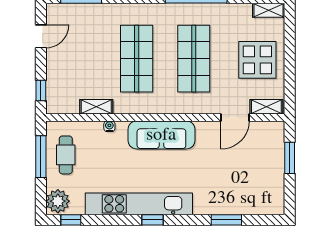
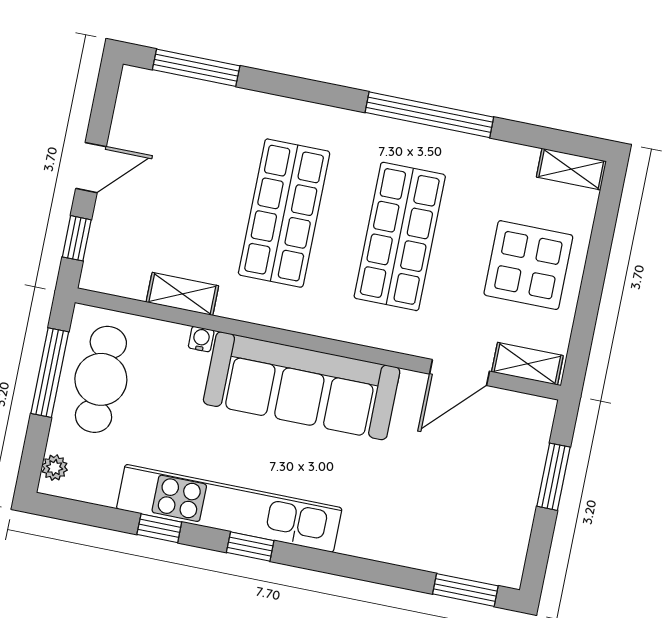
door: (41, 36) -> (91, 168), moved
sofa: (161, 135) -> (302, 386), width x1.36, depth x1.27
cafe table: (66, 155) -> (101, 379), width x1.37, depth x1.35
plant: (58, 201) -> (55, 468), width x0.53, depth x0.53
window: (71, 220) -> (159, 528), moved
window: (226, 220) -> (465, 590), moved

